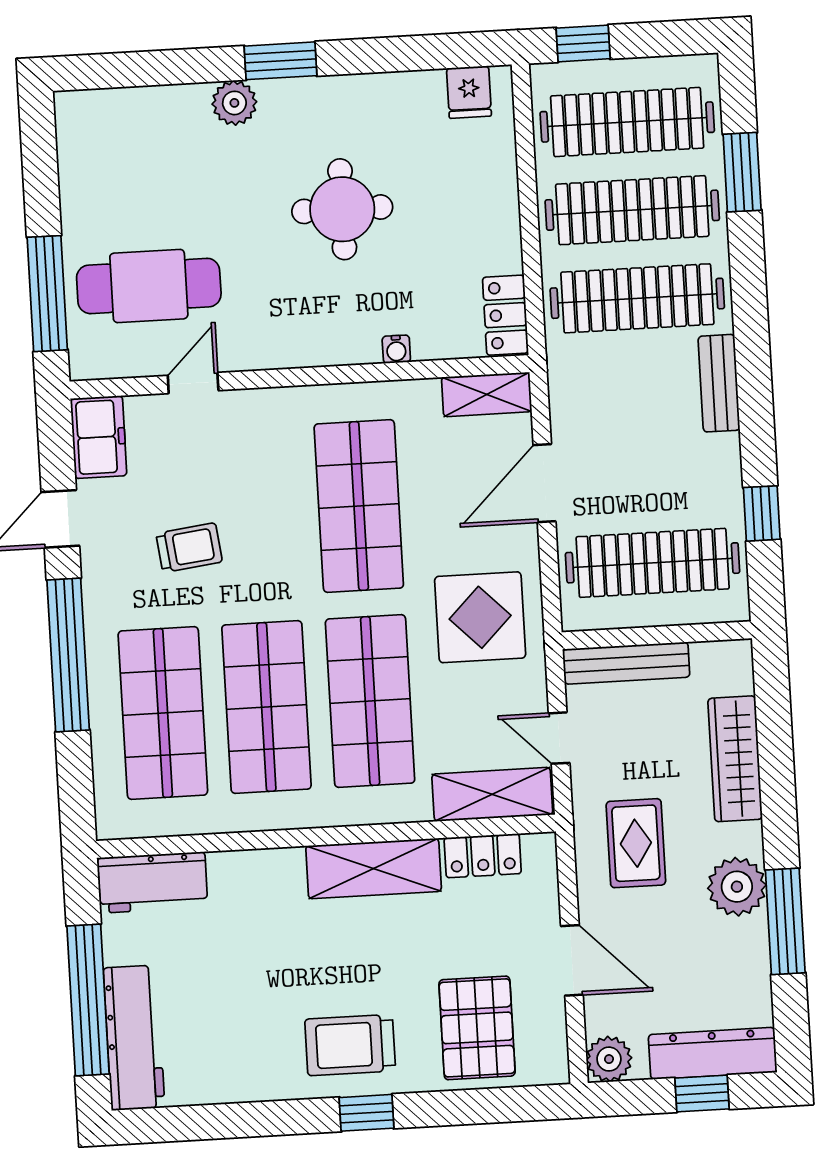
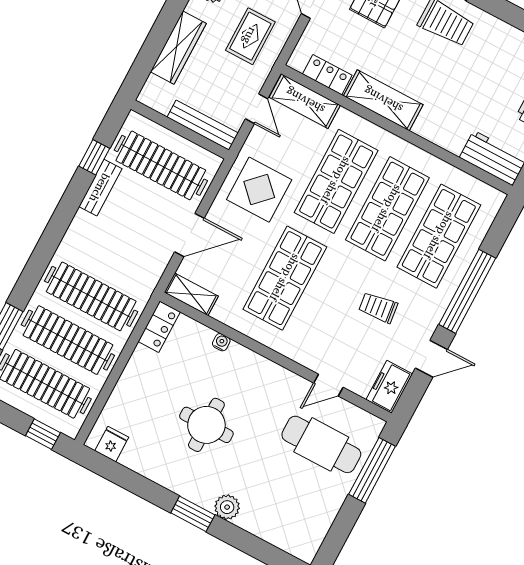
bench: (719, 383) -> (100, 188), moved

